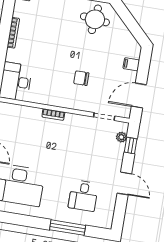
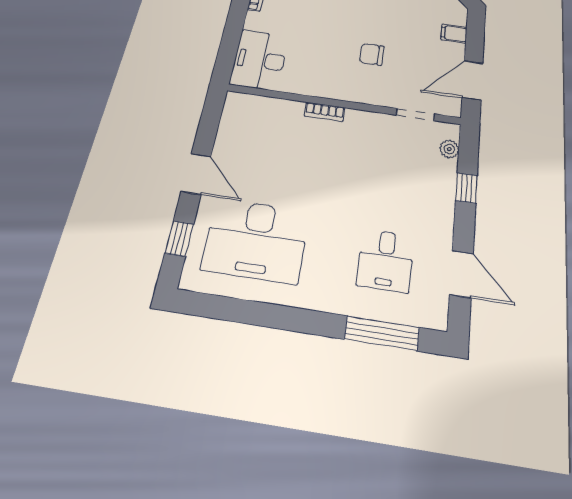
window: (131, 146) -> (466, 188), moved
door: (124, 183) -> (462, 274), moved
window: (68, 228) -> (382, 333), moved

